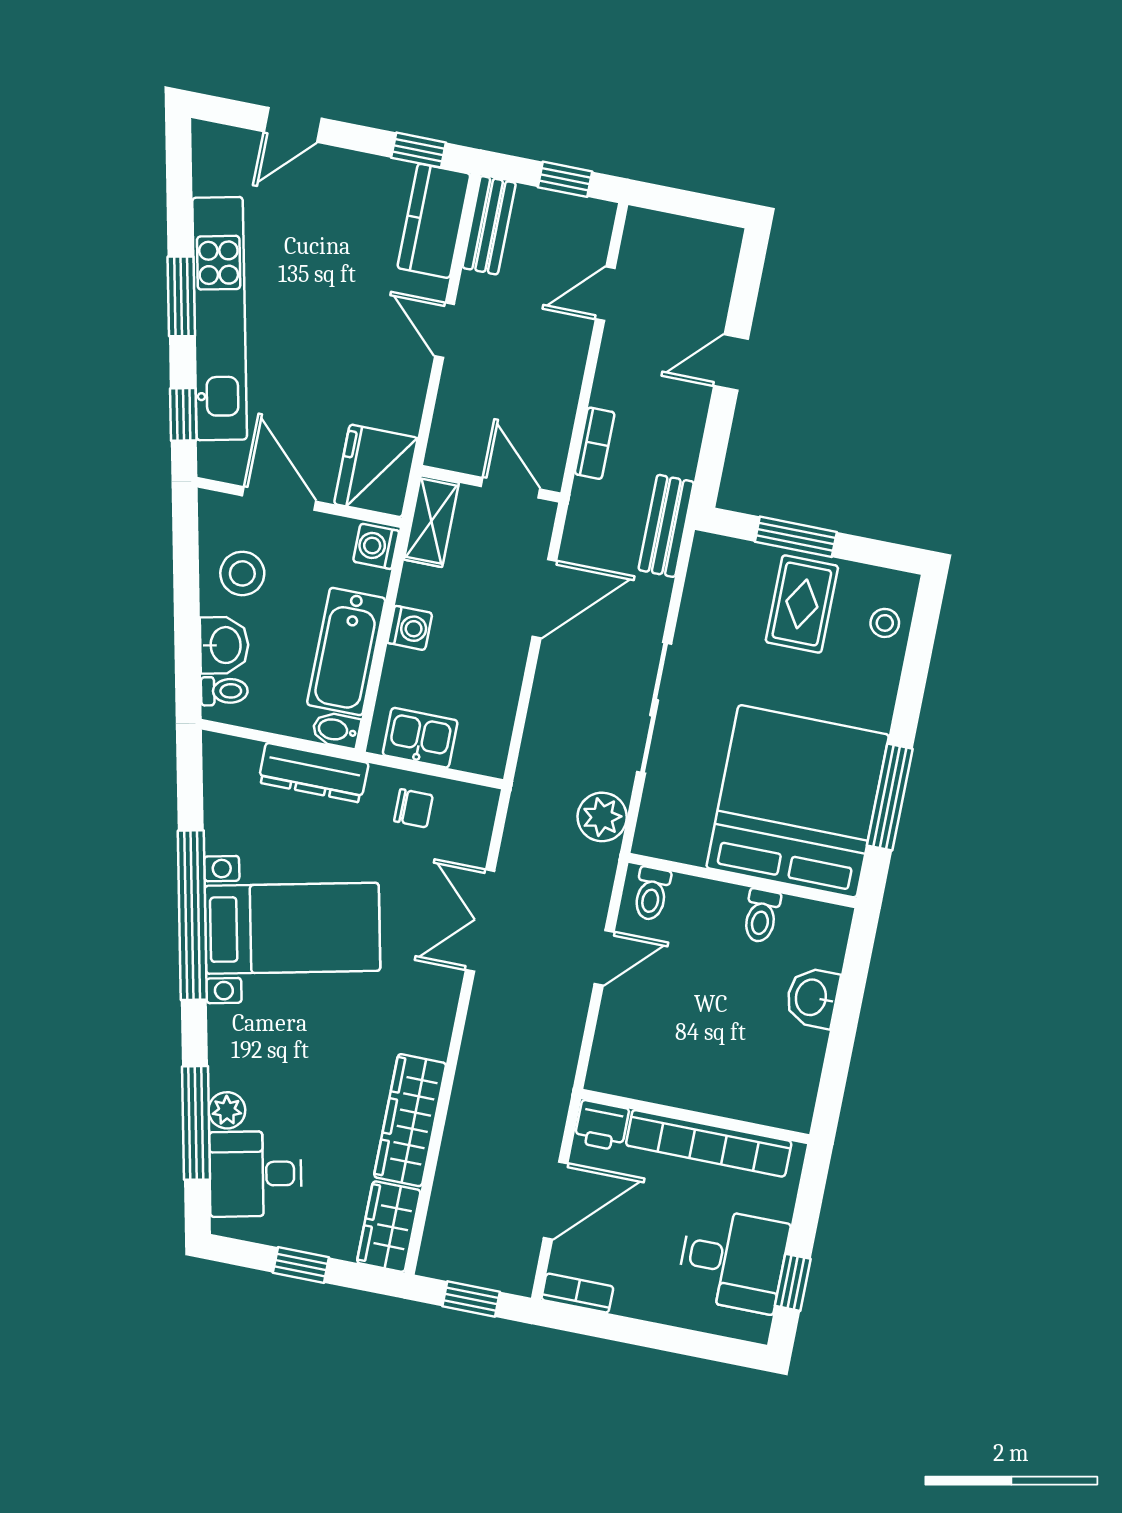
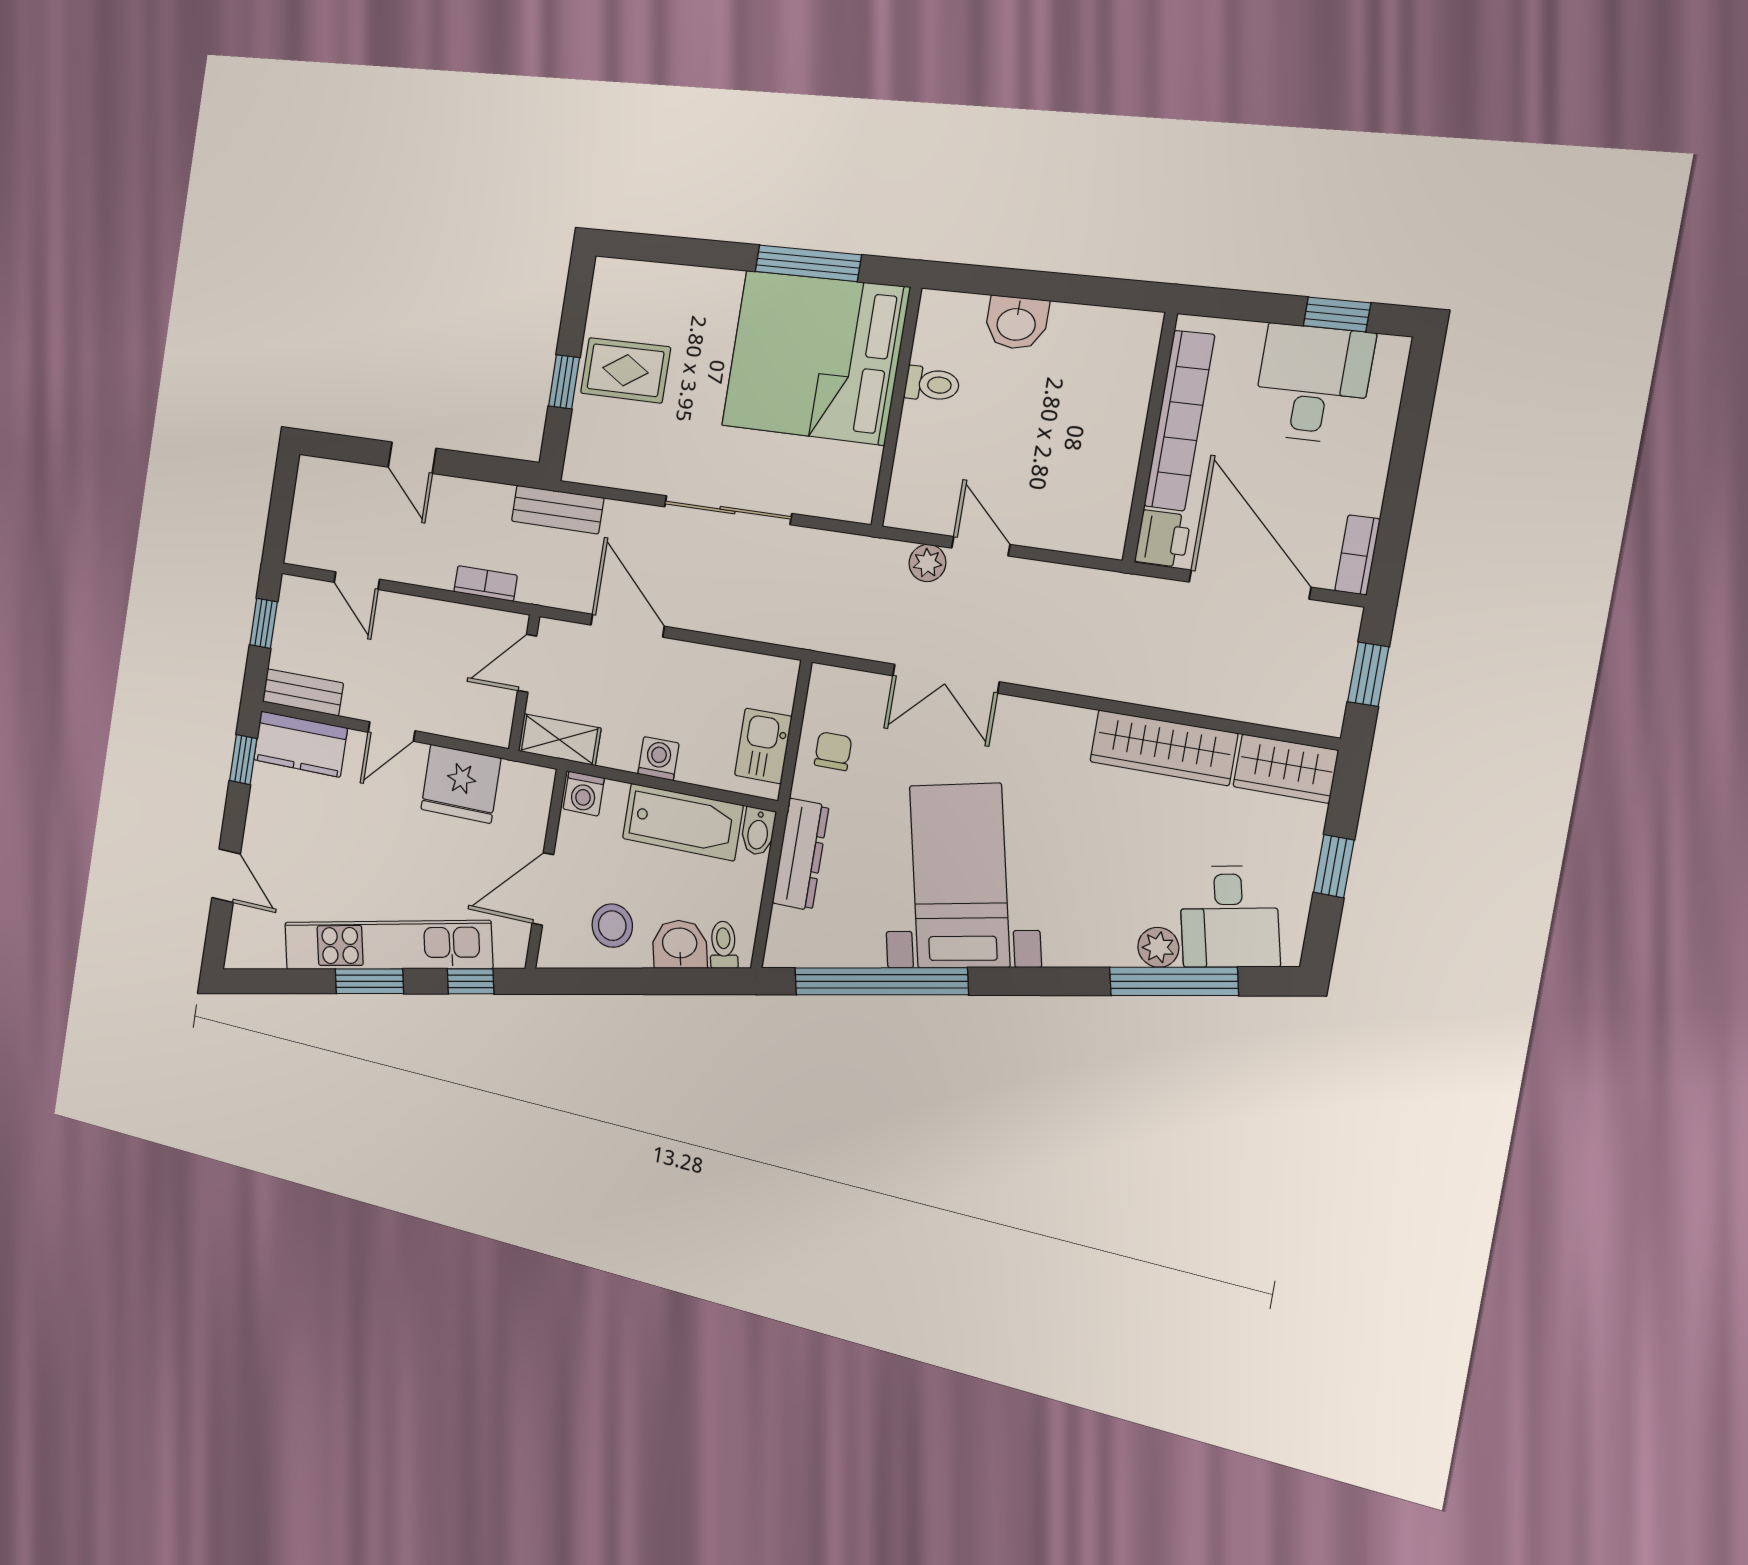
fridge: (376, 471) -> (461, 784), moved
window: (796, 537) -> (564, 382), width x0.67
stool: (885, 623) -> (641, 286), removed
plant: (602, 817) -> (927, 563), moved, width x0.73, depth x0.73
toilet: (652, 894) -> (913, 501), removed
window: (192, 915) -> (881, 981), moved
door: (556, 1200) -> (1249, 585), width x1.36

